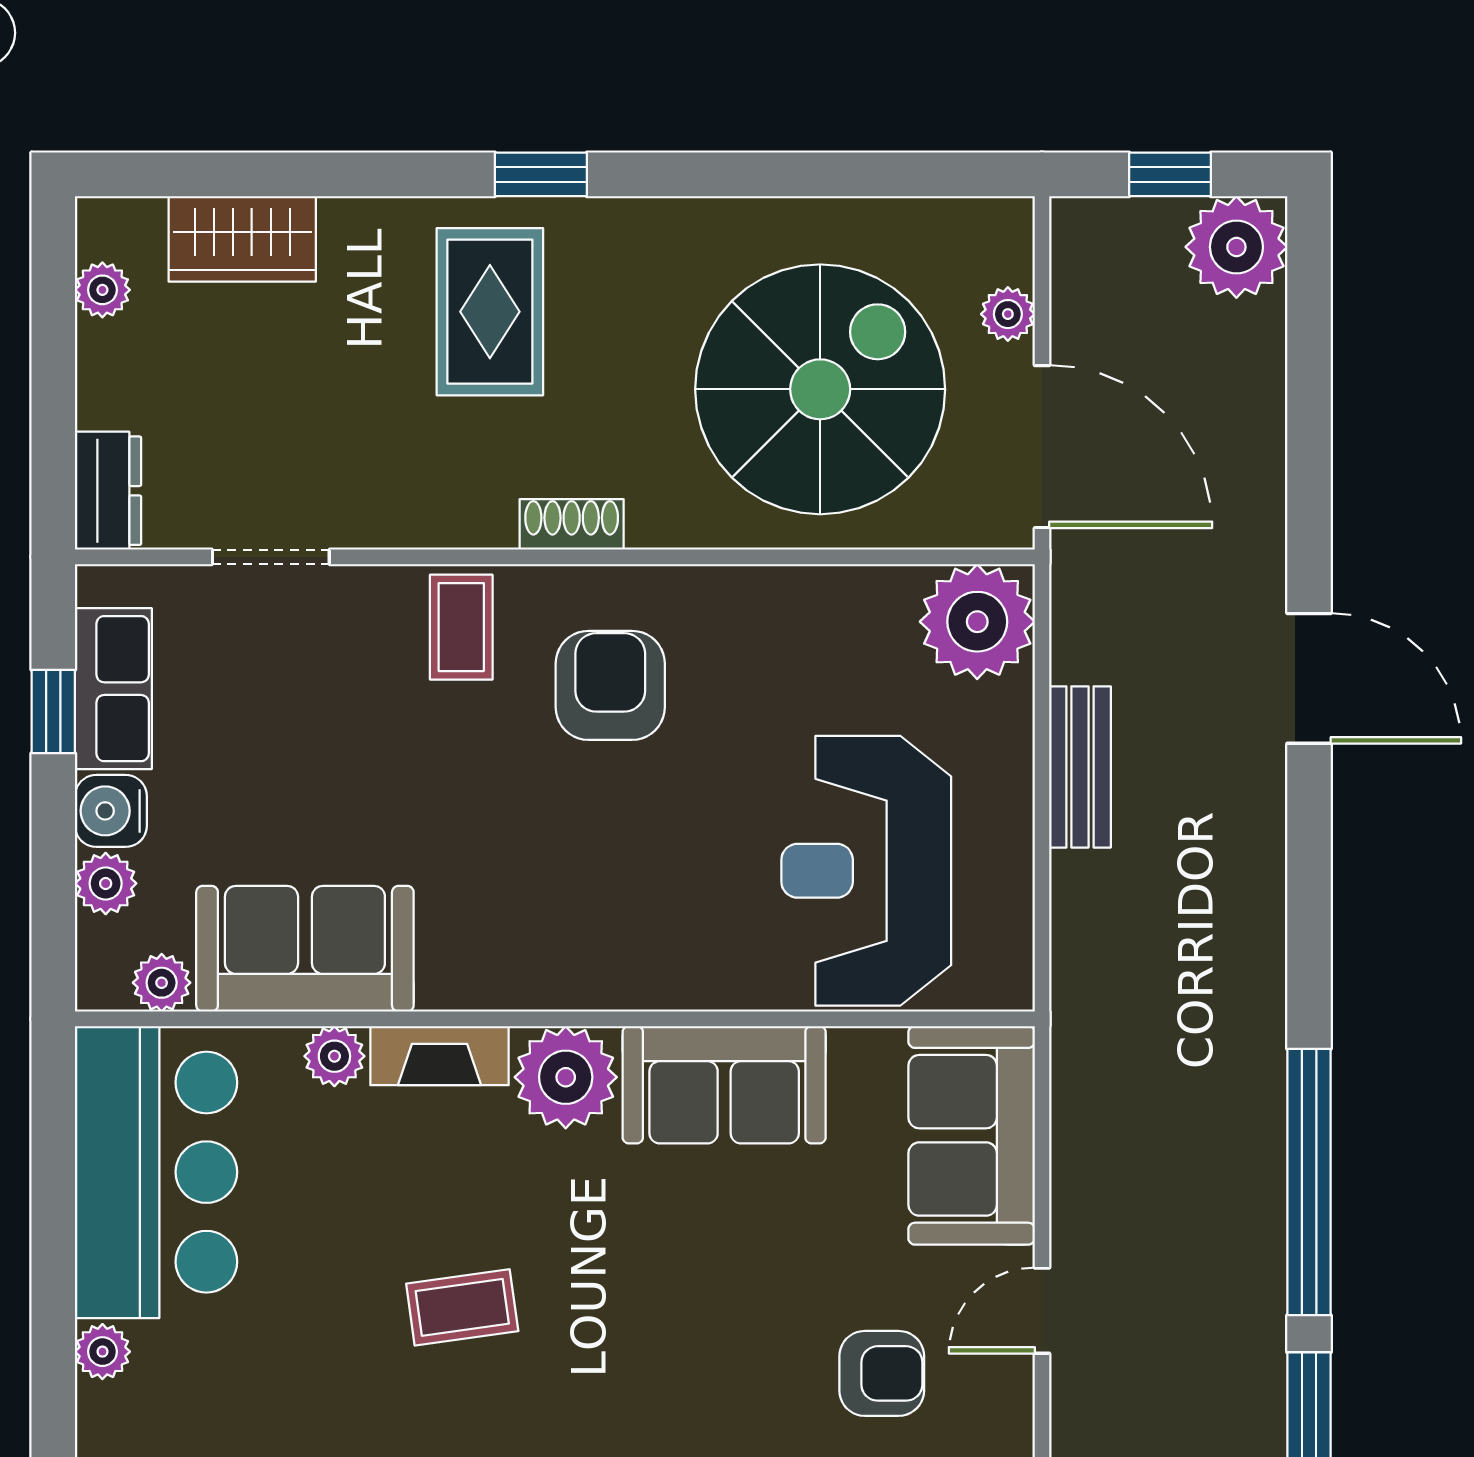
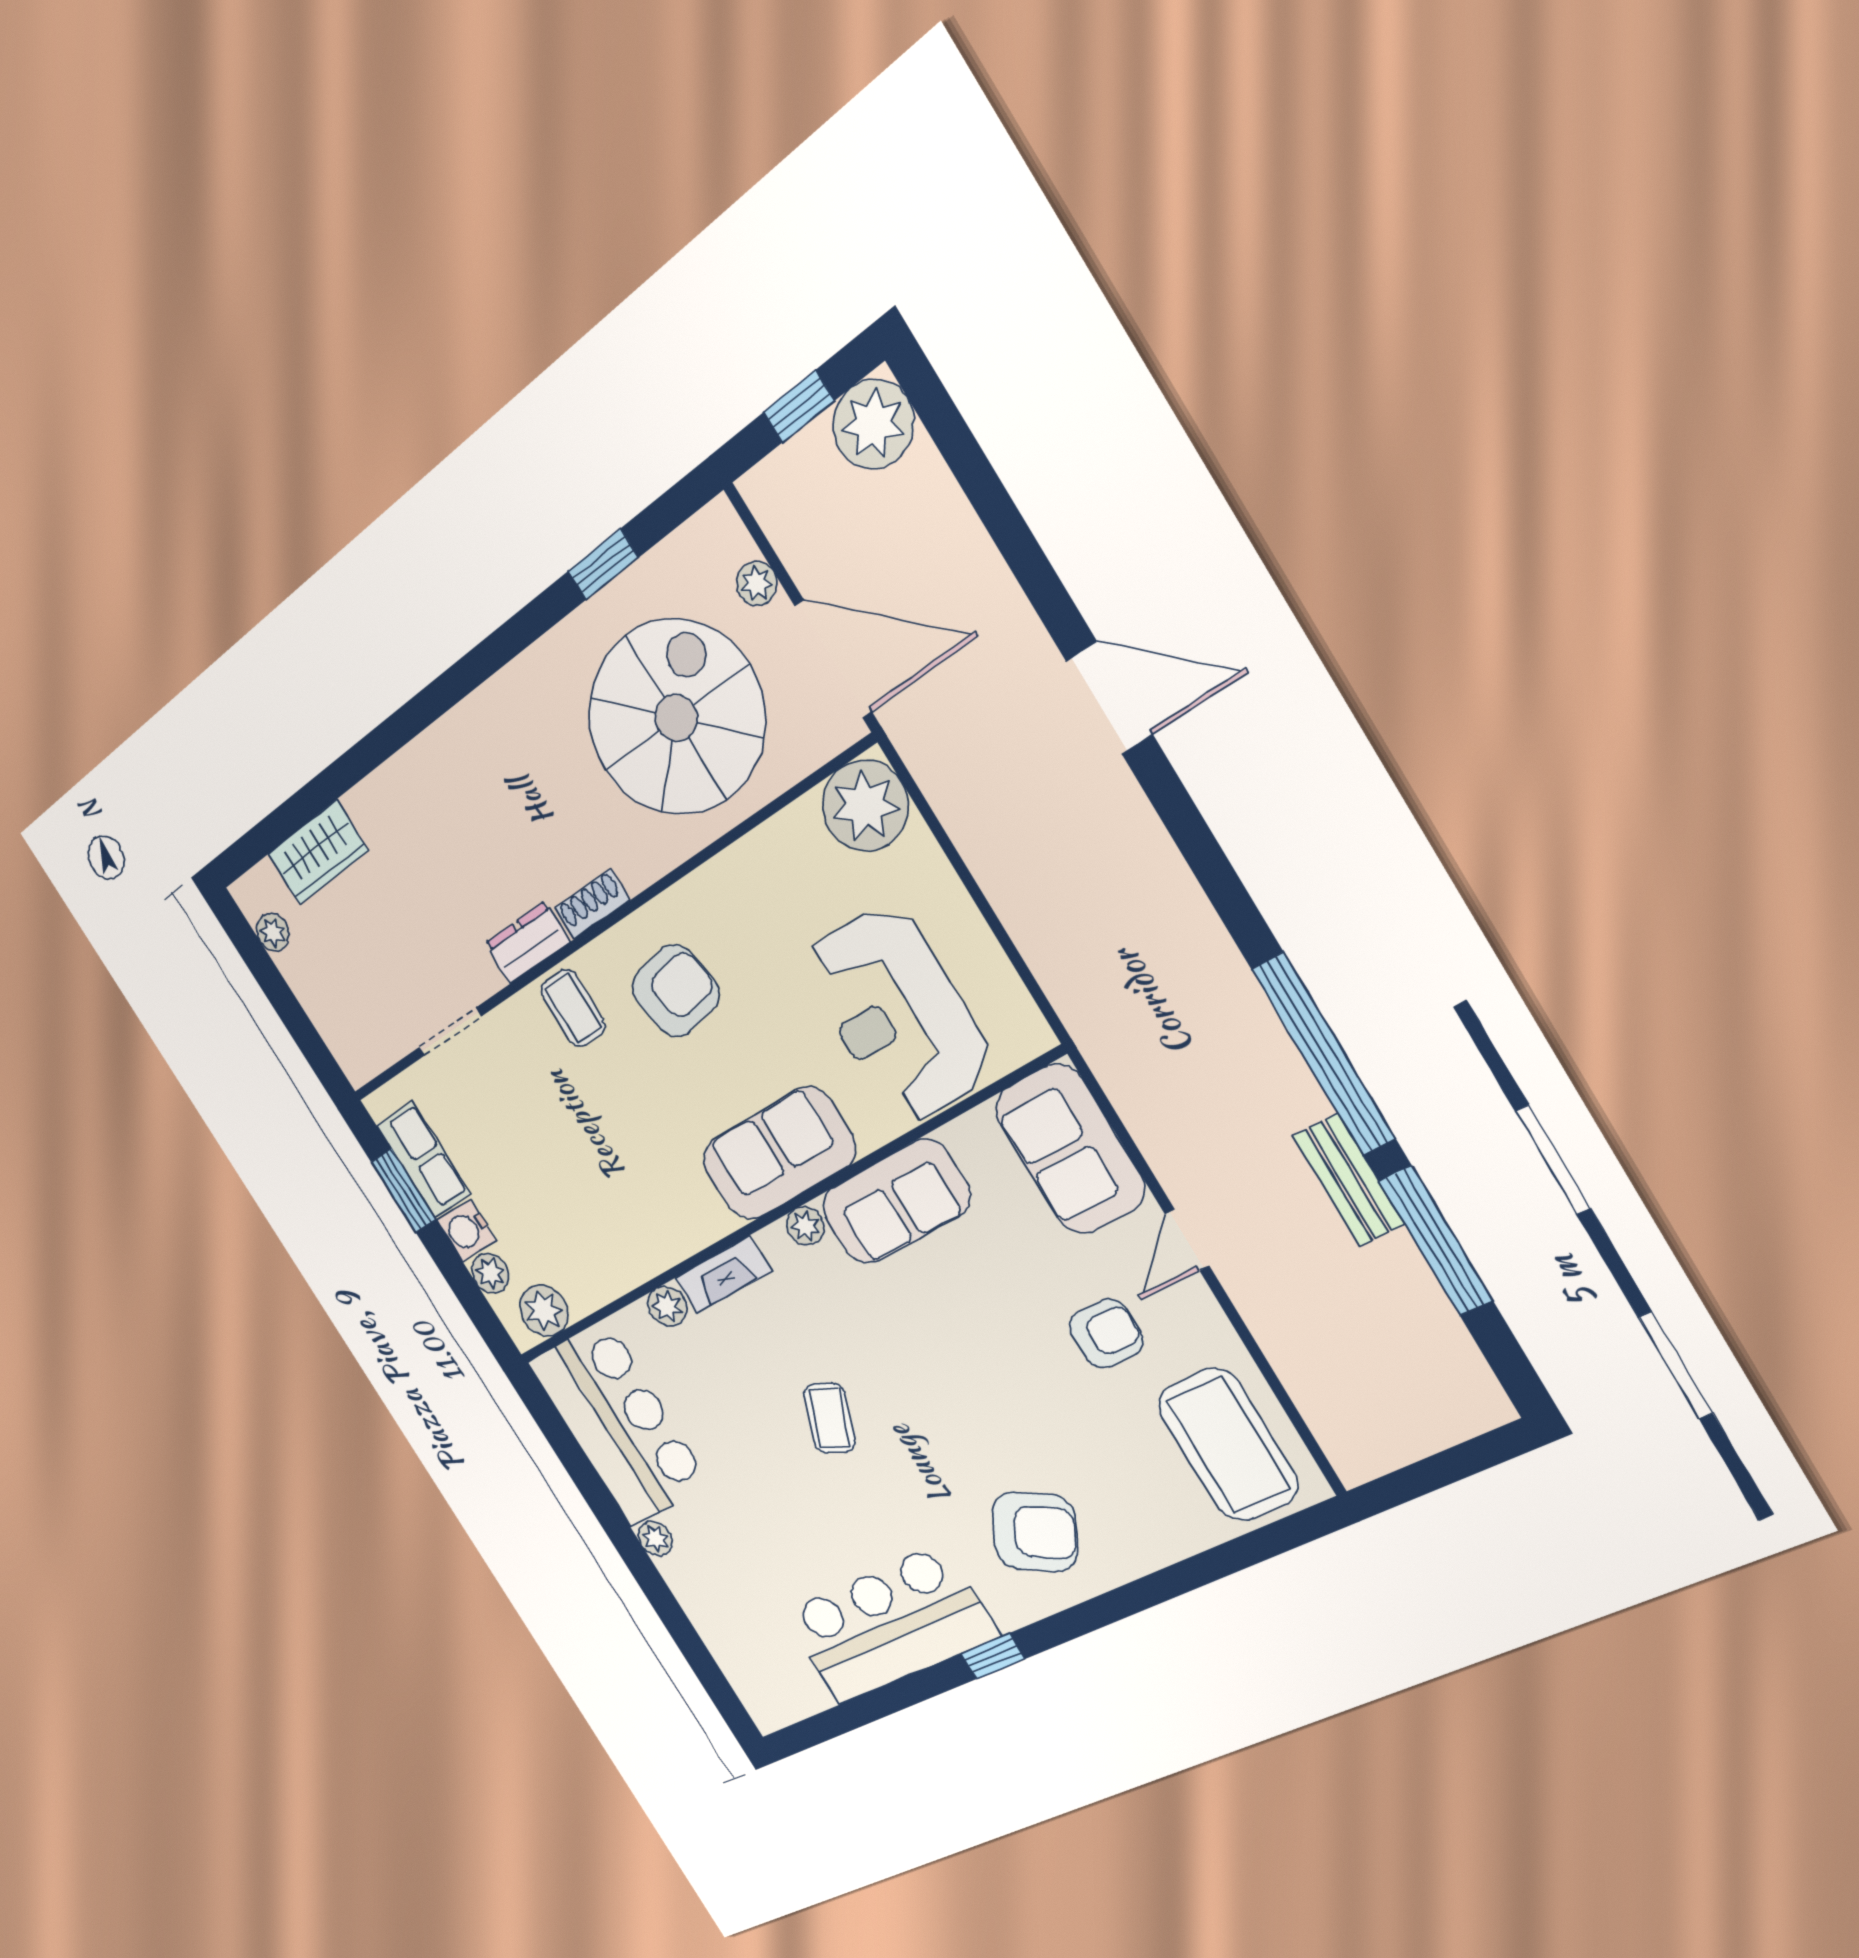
window: (541, 174) -> (603, 564), moved
rug: (490, 312) -> (467, 803), removed
dresser: (108, 491) -> (527, 943), moved, turned -90
armchair: (610, 685) -> (675, 991), turned 81
window: (53, 712) -> (404, 1191), width x1.50
bench: (1080, 767) -> (1349, 1180), moved
sofa: (305, 949) -> (779, 1154), moved
plant: (162, 983) -> (544, 1311), width x1.38, depth x1.38
plant: (566, 1077) -> (805, 1226), width x0.53, depth x0.53
coffee table: (462, 1307) -> (829, 1418), turned -60

